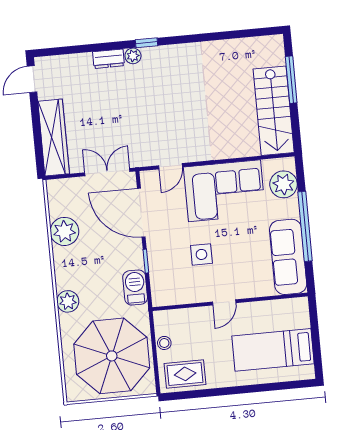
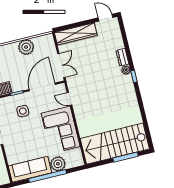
stairs: (274, 111) -> (115, 144), width x1.36, depth x1.51
plant: (284, 184) -> (58, 164), moved
side table: (201, 254) -> (23, 111), moved

